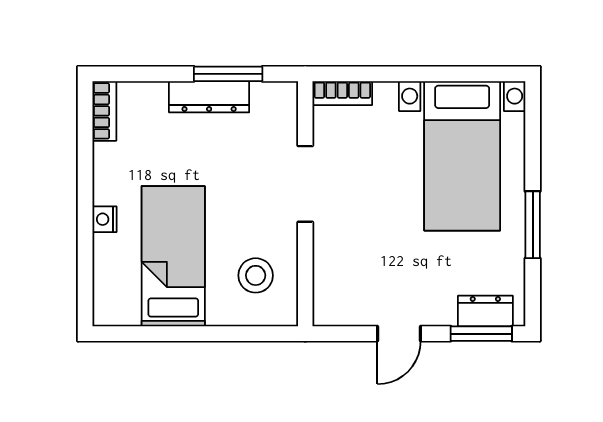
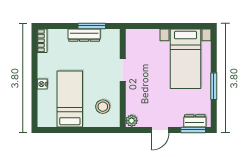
bookcase: (342, 93) -> (138, 34), removed
doorway: (305, 184) -> (123, 70), width x0.73
plant: (327, 311) -> (132, 121), added

